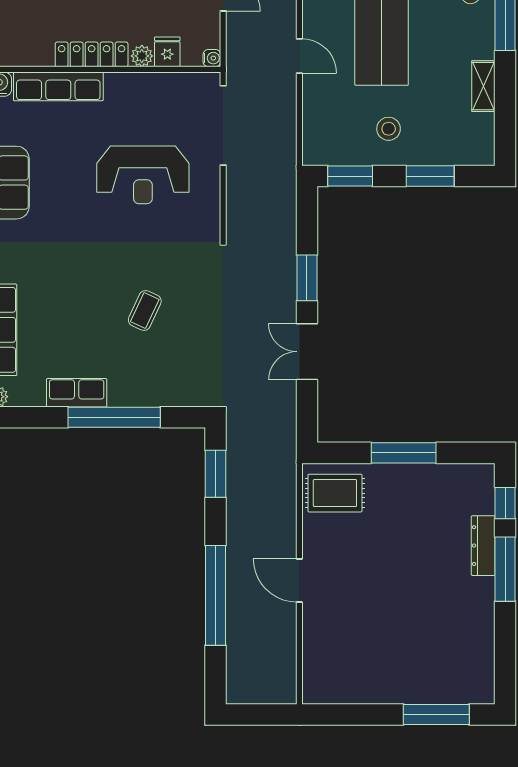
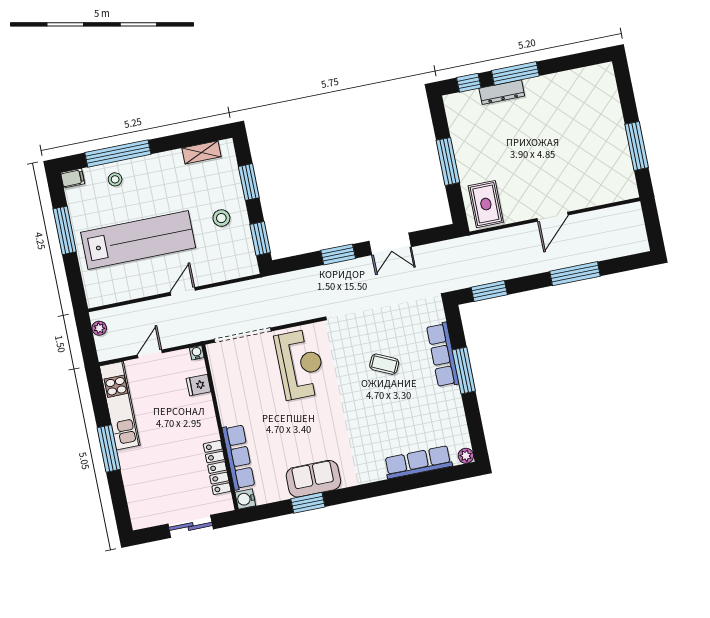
locker: (92, 54) -> (217, 468), moved
plant: (142, 56) -> (205, 402), removed
shelving: (483, 86) -> (202, 152), moved
reception desk: (143, 175) -> (300, 364), moved
row of seats: (77, 393) -> (443, 355), moved, width x1.48
window: (114, 417) -> (464, 371), width x0.68
window: (216, 595) -> (575, 274), width x0.68
window: (436, 715) -> (637, 146), moved

